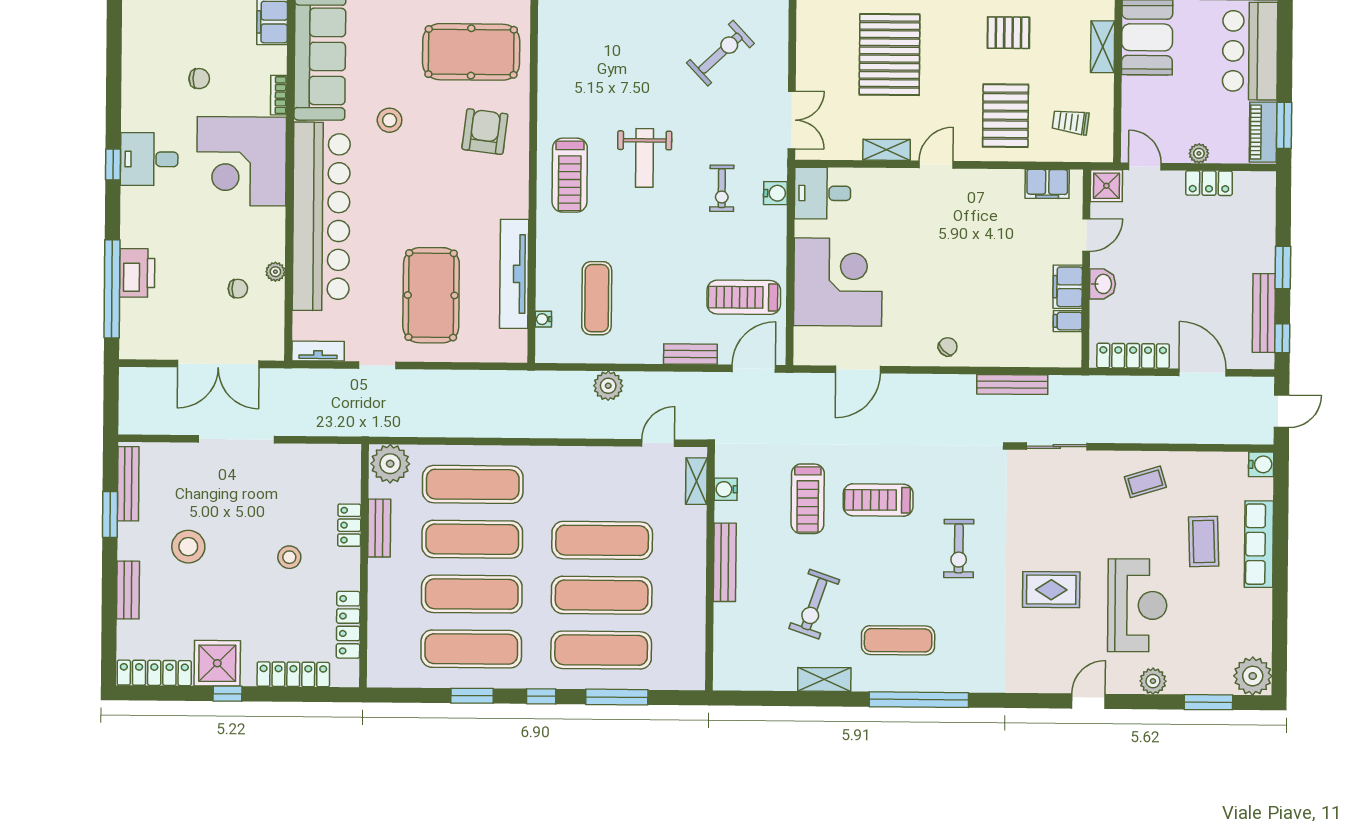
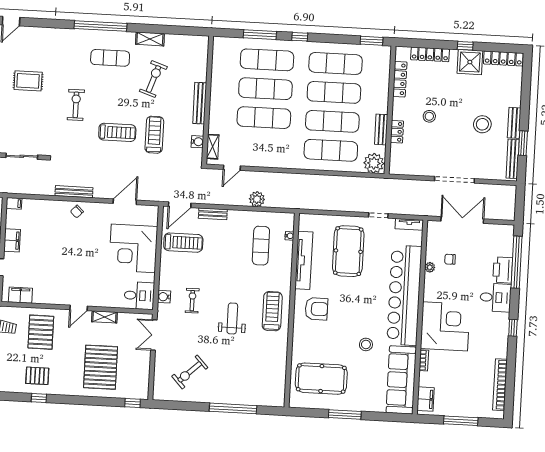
bookcase: (133, 56) -> (500, 385), added
chair: (199, 79) -> (465, 371), removed
armchair: (485, 132) -> (316, 309), moved, turned -97
desk: (149, 159) -> (495, 297), moved
filing cabinet: (1068, 321) -> (14, 203), moved
bench: (1012, 384) -> (74, 192), moved
bench: (128, 590) -> (514, 123), moved
window: (472, 696) -> (372, 41), moved

